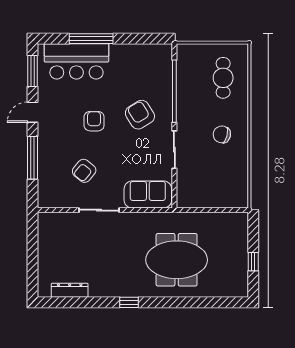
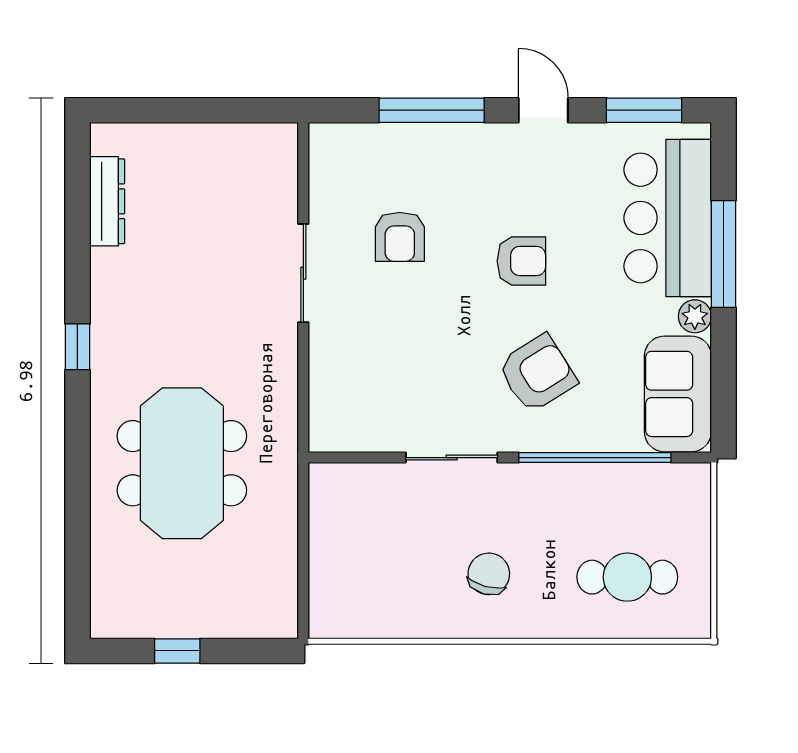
plant: (117, 50) -> (695, 316), added
armchair: (84, 171) -> (400, 237), turned -129
sofa: (148, 195) -> (678, 394), moved, turned 180

